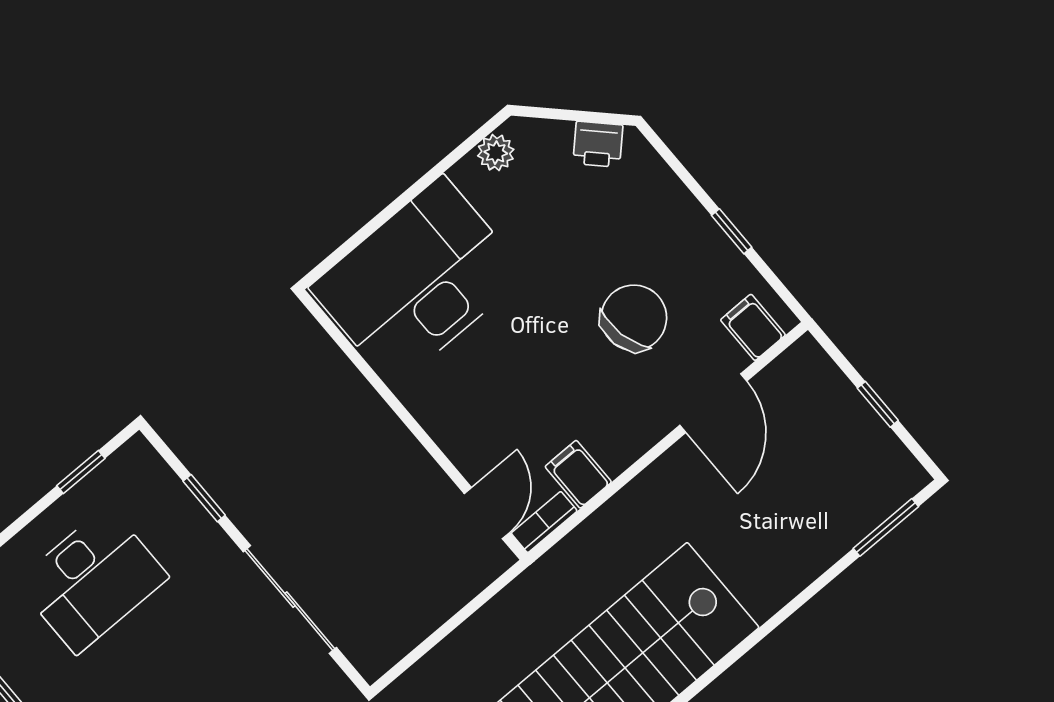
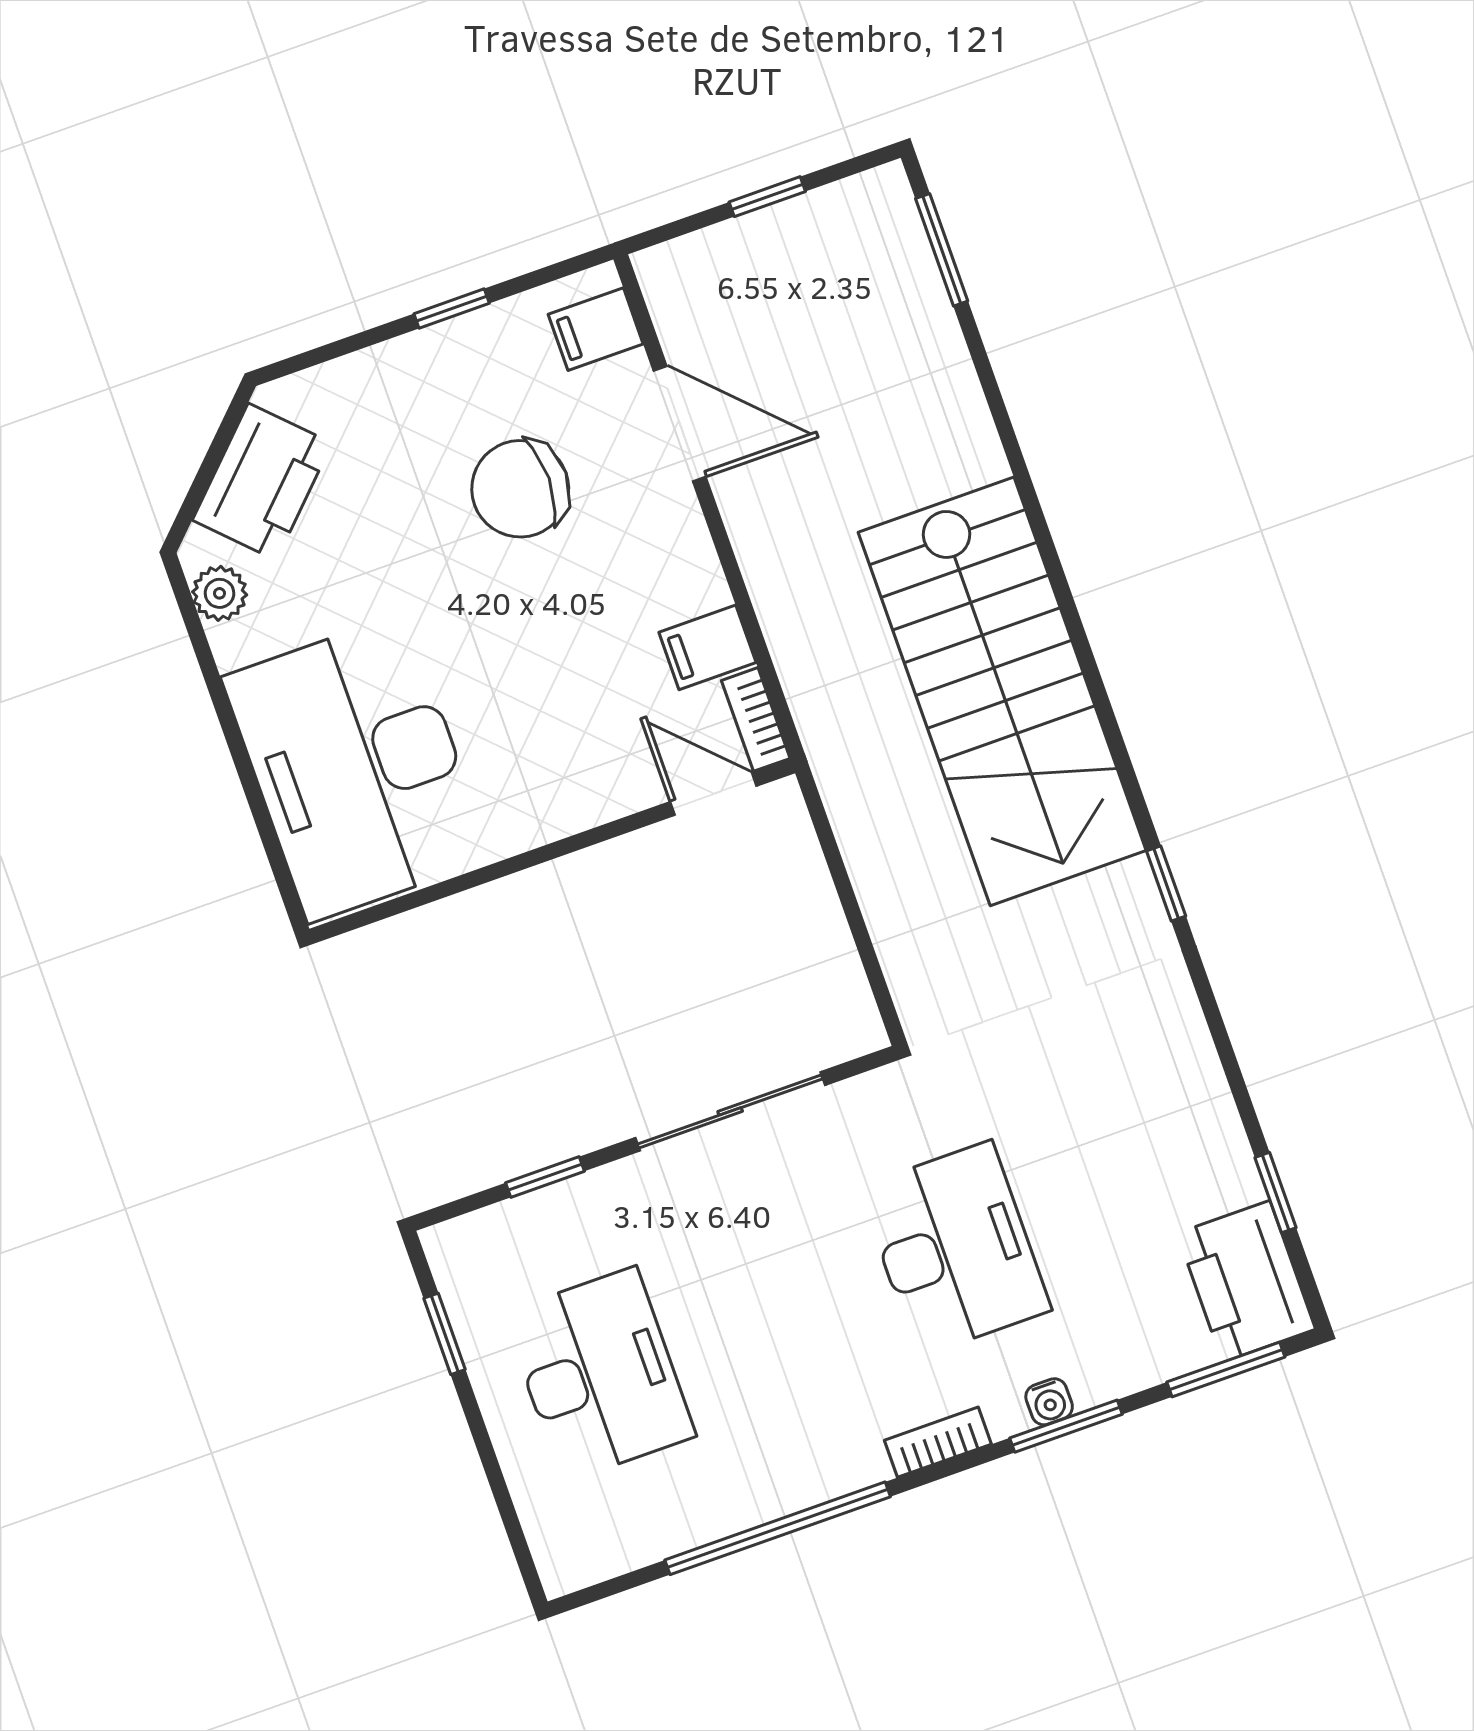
printer: (598, 144) -> (262, 482), width x1.87, depth x1.48
chair: (634, 318) -> (520, 489), turned -78

